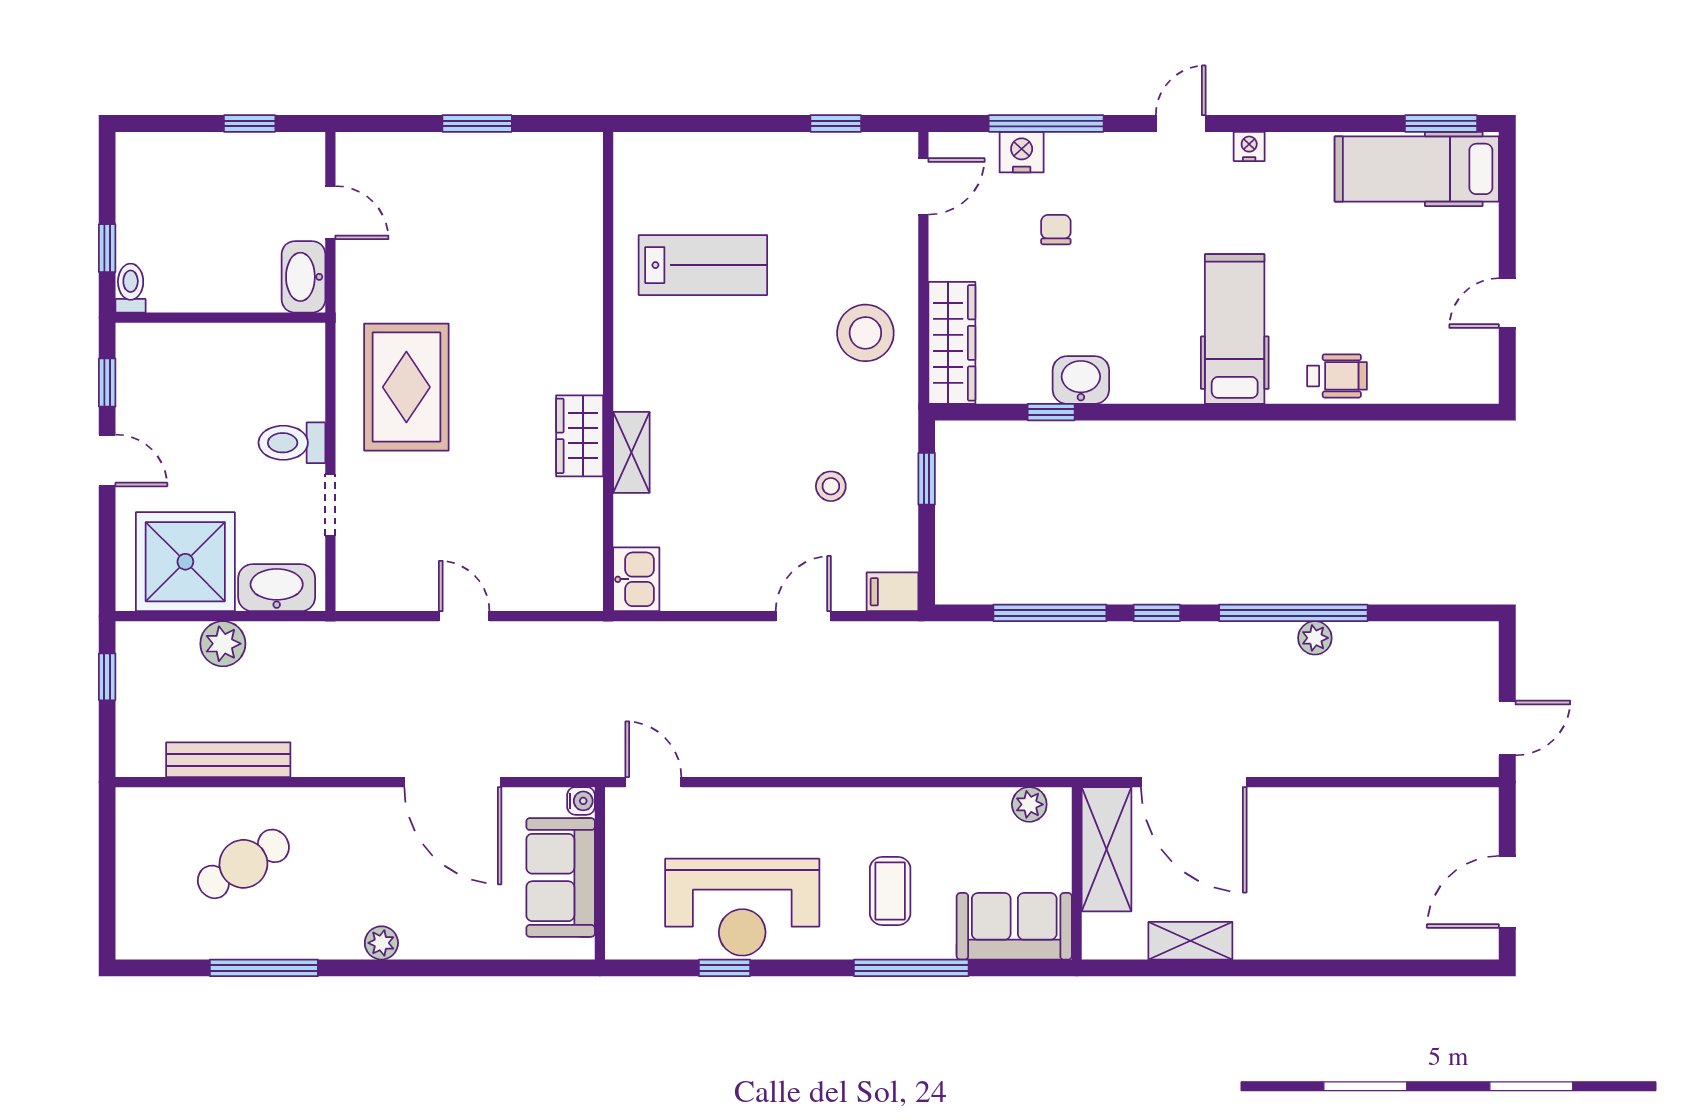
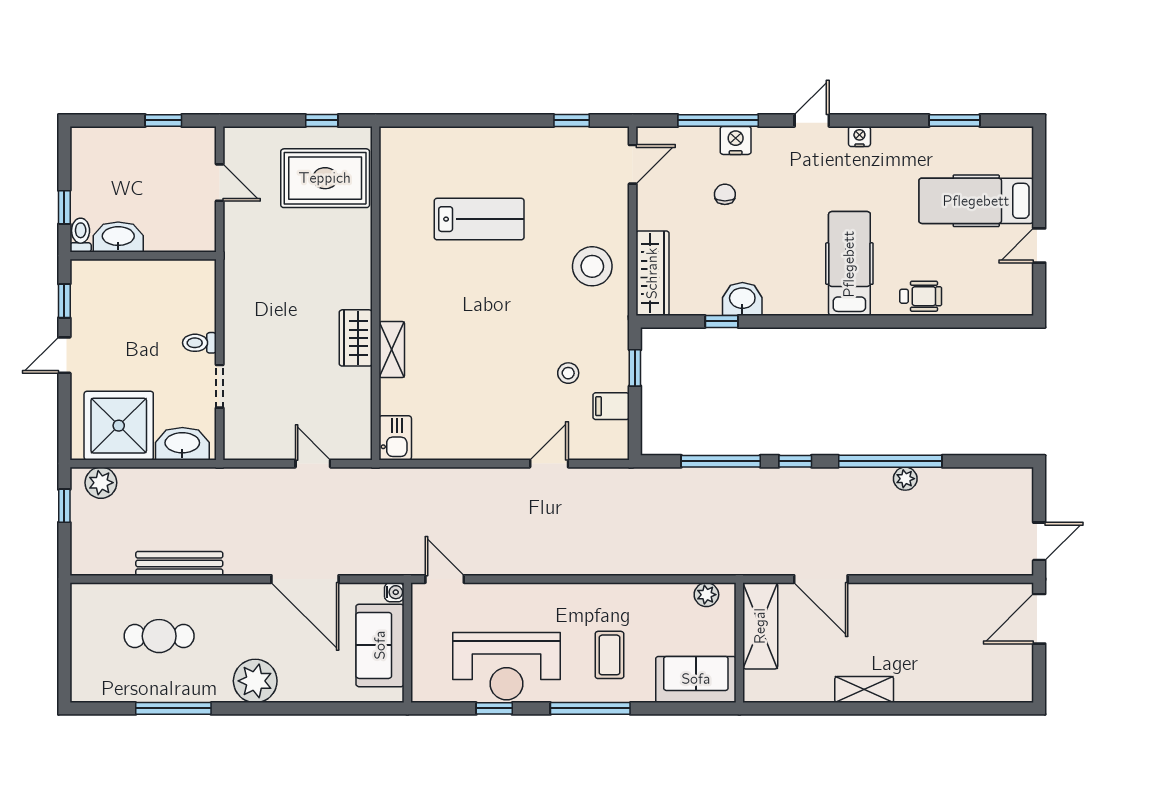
window: (477, 124) -> (322, 120), width x0.67
window: (1441, 124) -> (954, 120), moved
nightstand: (1022, 152) -> (736, 140), moved
hospital bed: (1417, 169) -> (976, 201), moved
washbasin: (303, 277) -> (118, 237), moved, turned 90
wall: (608, 372) -> (376, 293), moved
rug: (406, 387) -> (325, 178), moved, turned 90
wardrobe: (580, 436) -> (356, 338), moved
toilet: (292, 443) -> (199, 343), width x0.73, depth x0.72
shelving: (631, 452) -> (392, 349), moved
door: (107, 460) -> (64, 355), swing flipped
kitchen sink: (636, 579) -> (395, 438), moved
filing cabinet: (892, 592) -> (611, 406), moved
plant: (223, 644) -> (101, 483), moved
bench: (228, 760) -> (179, 563), moved
door: (1194, 782) -> (821, 579), width x0.73
cafe table: (243, 864) -> (159, 636), turned 31
door: (1507, 892) -> (1039, 619), moved
shelving: (1190, 941) -> (864, 690), moved
plant: (381, 943) -> (255, 681), width x1.88, depth x1.88
window: (911, 968) -> (590, 708), moved

